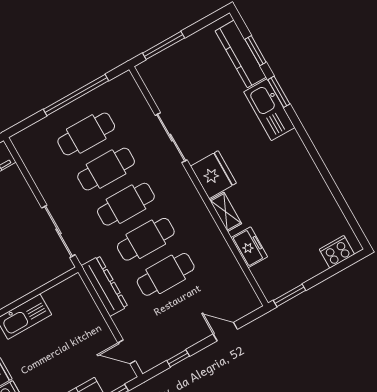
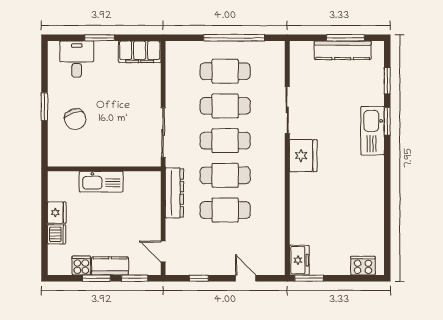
window: (164, 45) -> (345, 38), moved
kitchen counter: (241, 54) -> (343, 50), moved, turned -90
shelving: (226, 212) -> (297, 189), removed
freezer: (249, 247) -> (299, 260), moved

